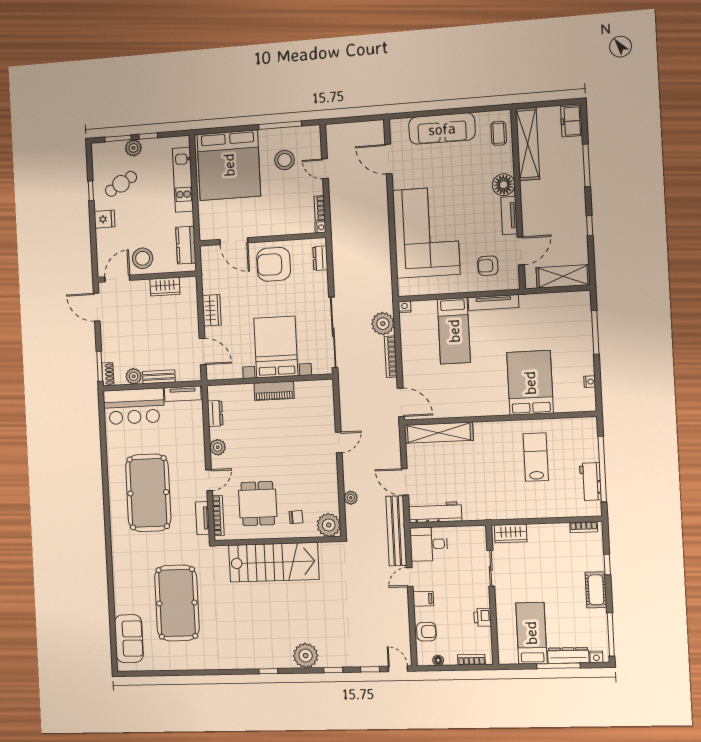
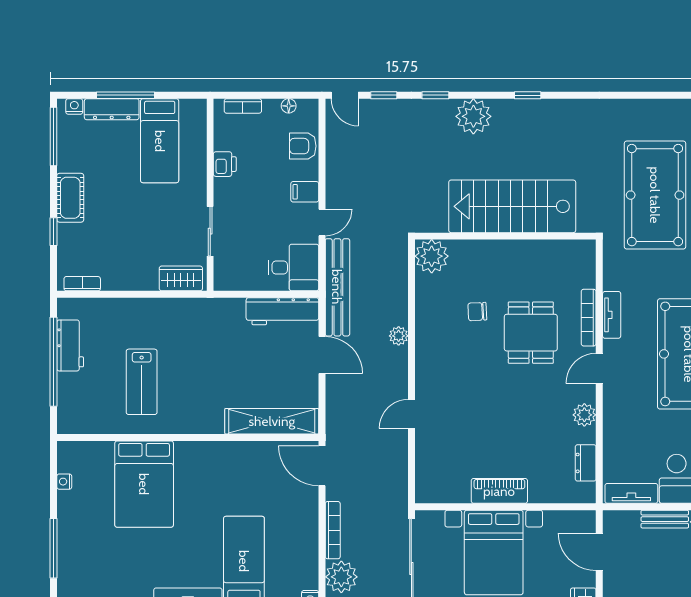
plant: (329, 525) -> (432, 256), moved
wall: (277, 541) -> (505, 236), moved
stairs: (274, 562) -> (512, 206), moved

